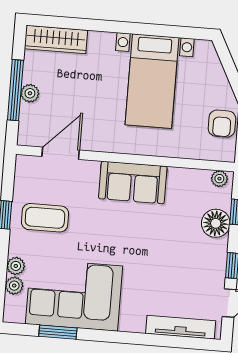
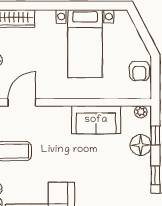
sofa: (133, 182) -> (96, 120), moved

